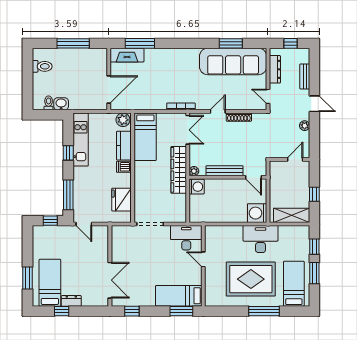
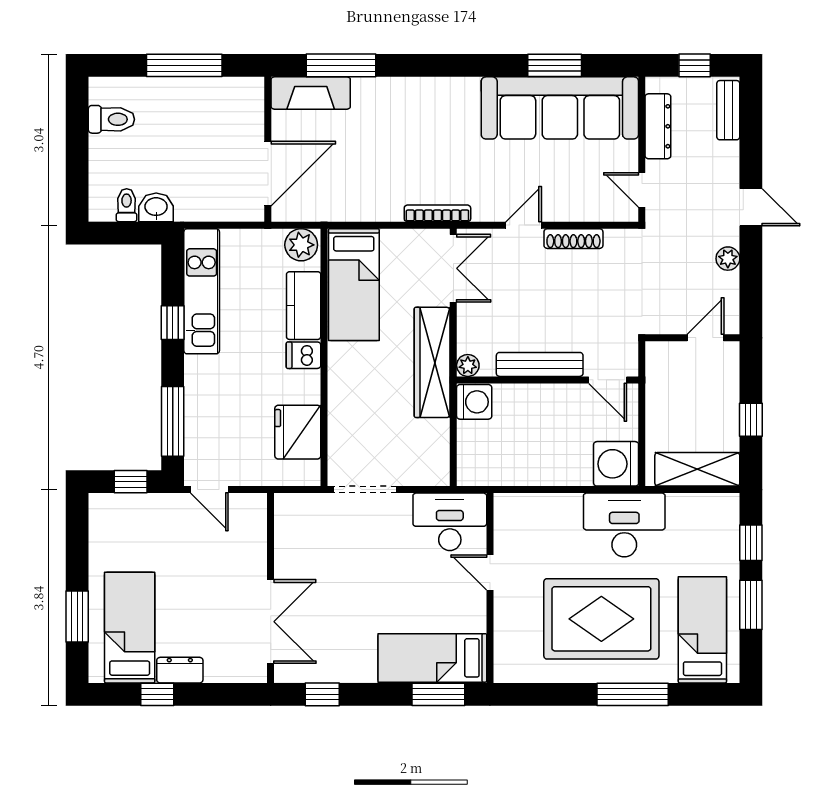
bench: (305, 76) -> (728, 110), moved

